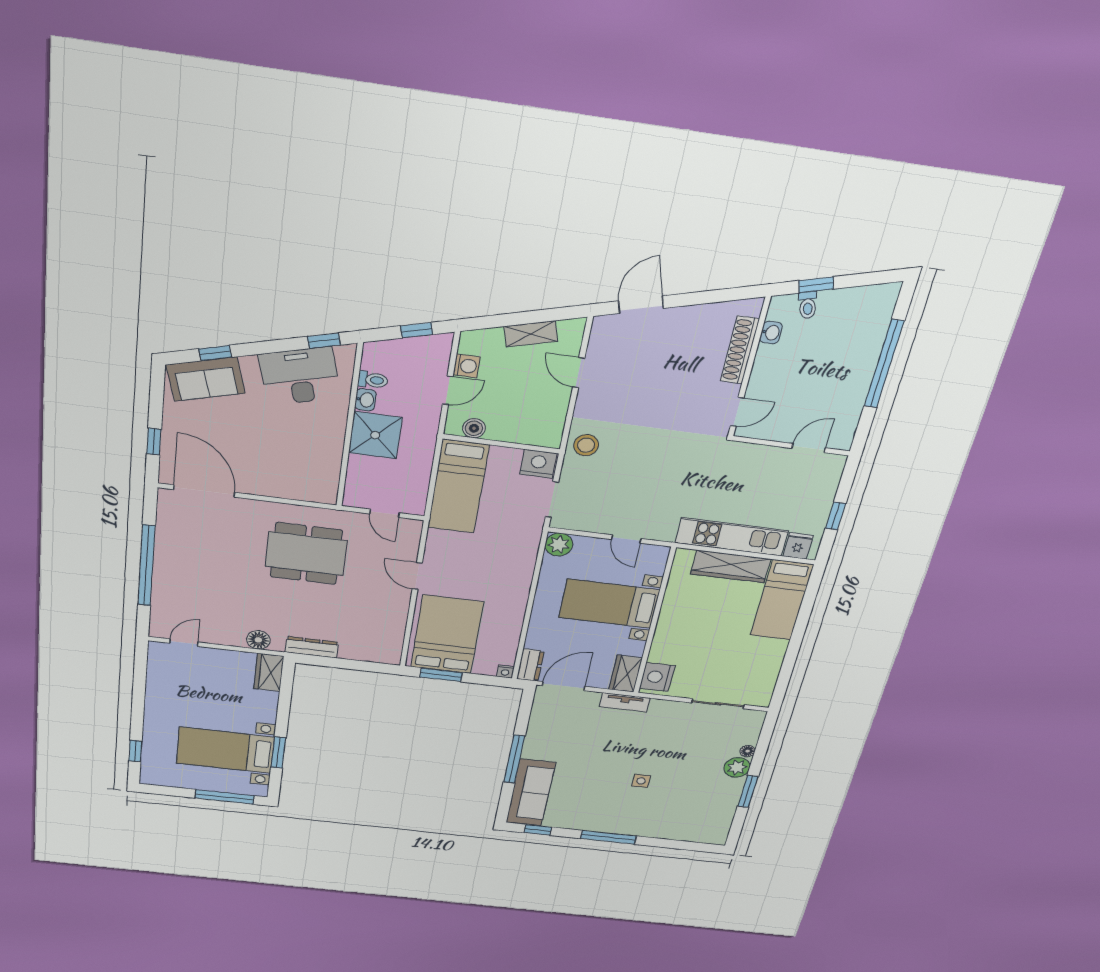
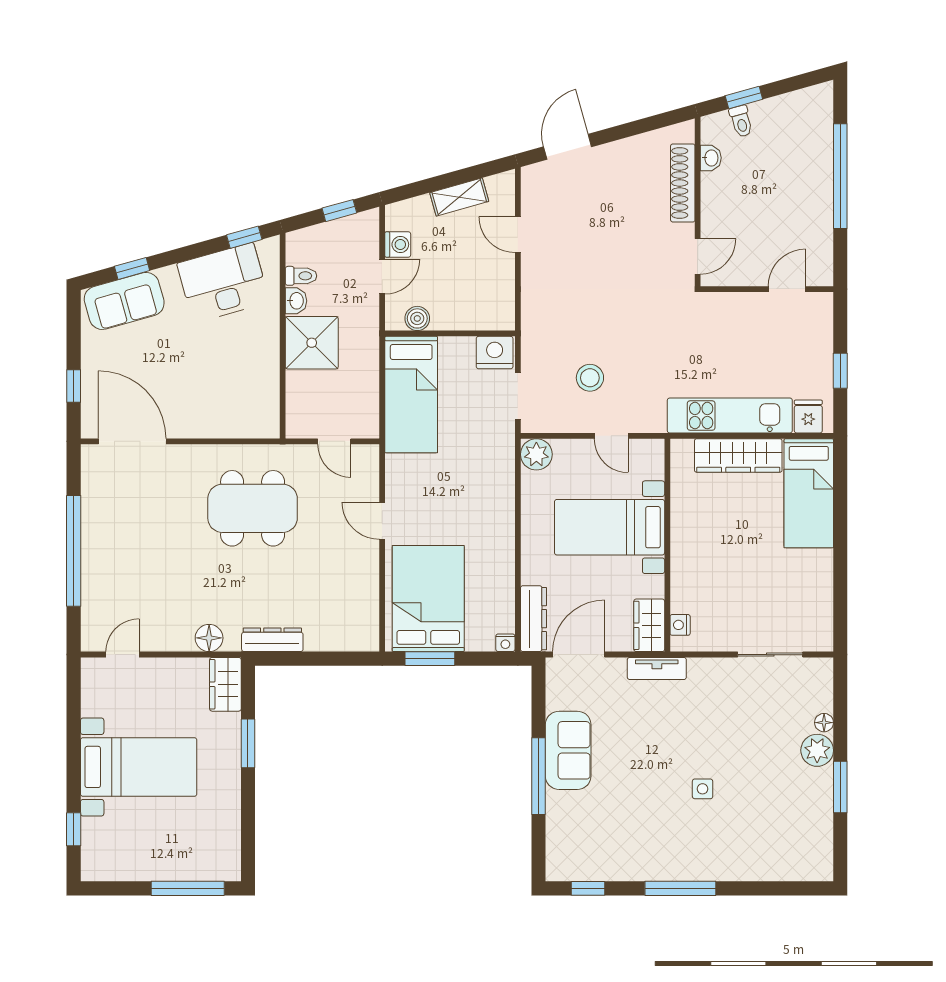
stool: (586, 445) -> (590, 378), moved
dresser: (530, 665) -> (534, 619), width x1.44
nightstand: (657, 677) -> (680, 625), width x0.53, depth x0.56
bed with nightstands: (225, 750) -> (139, 767), moved, turned 180
window: (278, 753) -> (248, 743), moved
sofa: (531, 793) -> (568, 750), moved, width x0.73

